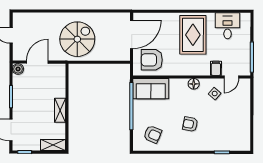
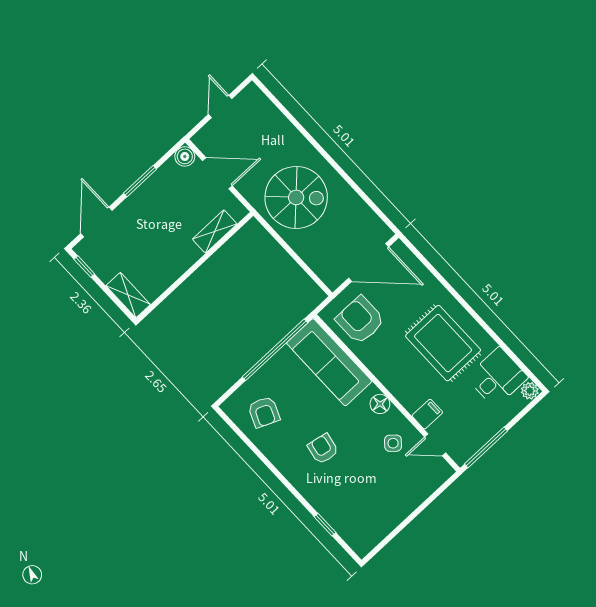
plant: (246, 18) -> (530, 391), added
rug: (193, 35) -> (443, 343), turned 90
sofa: (151, 89) -> (329, 362), width x1.36
shelving: (60, 110) -> (215, 231), moved

